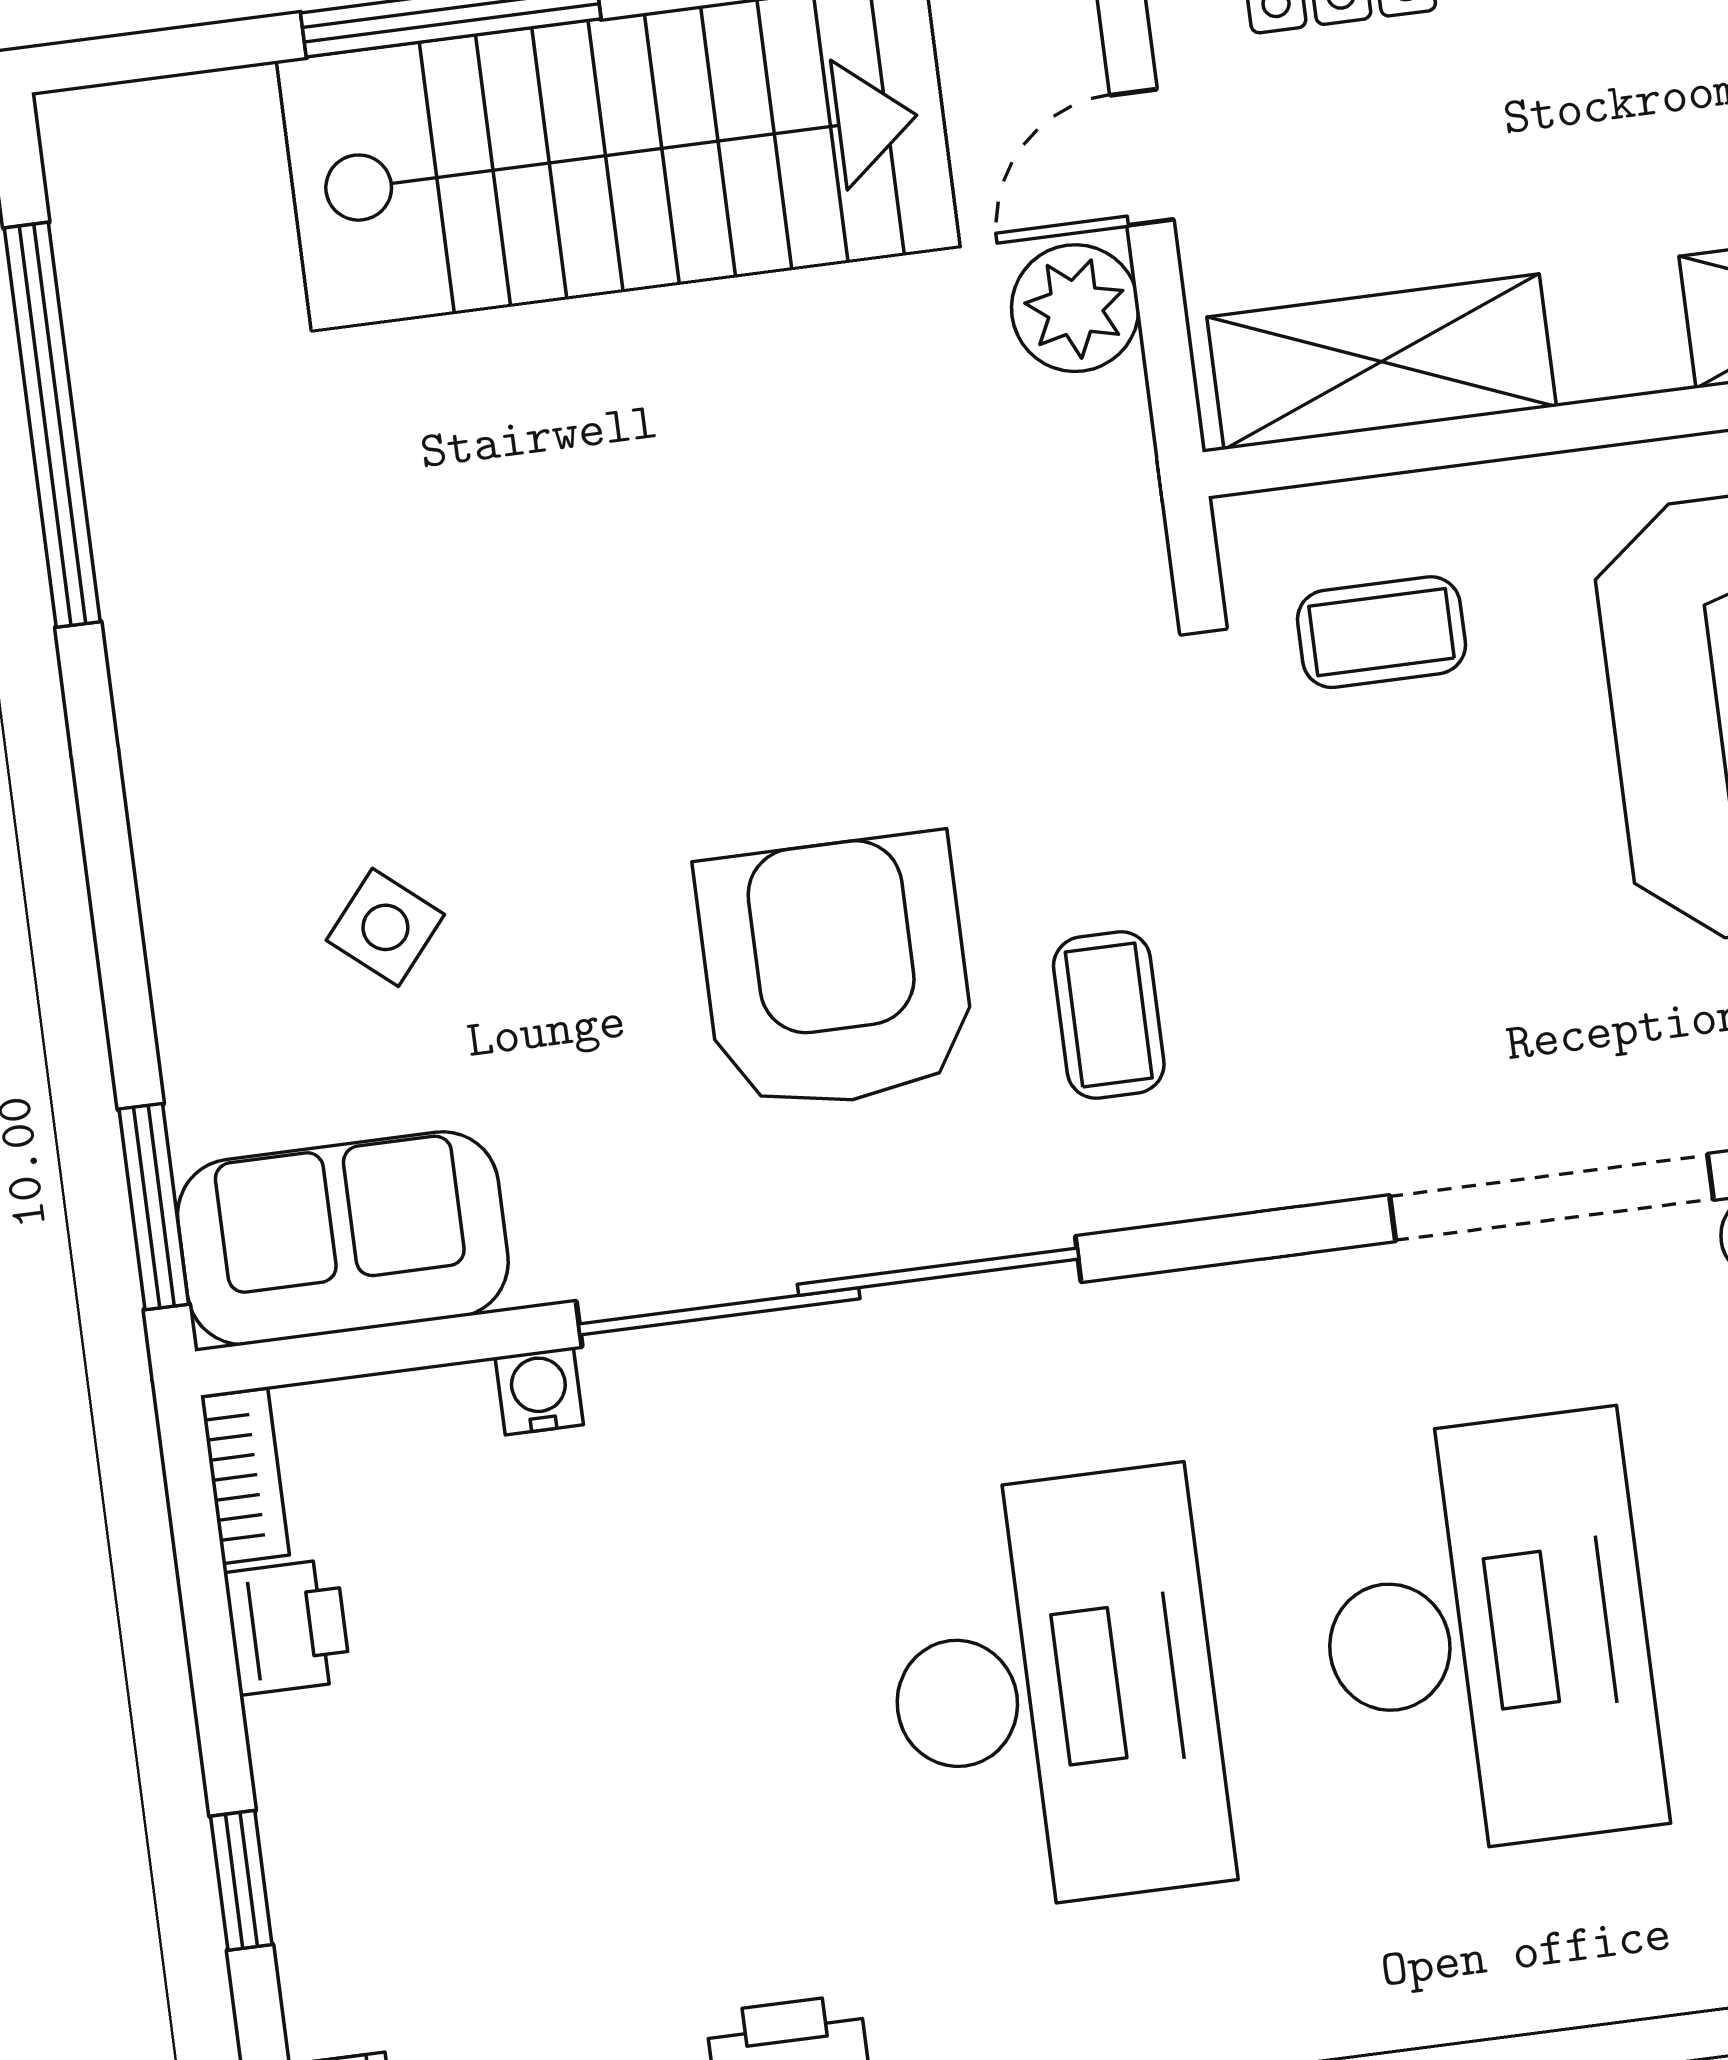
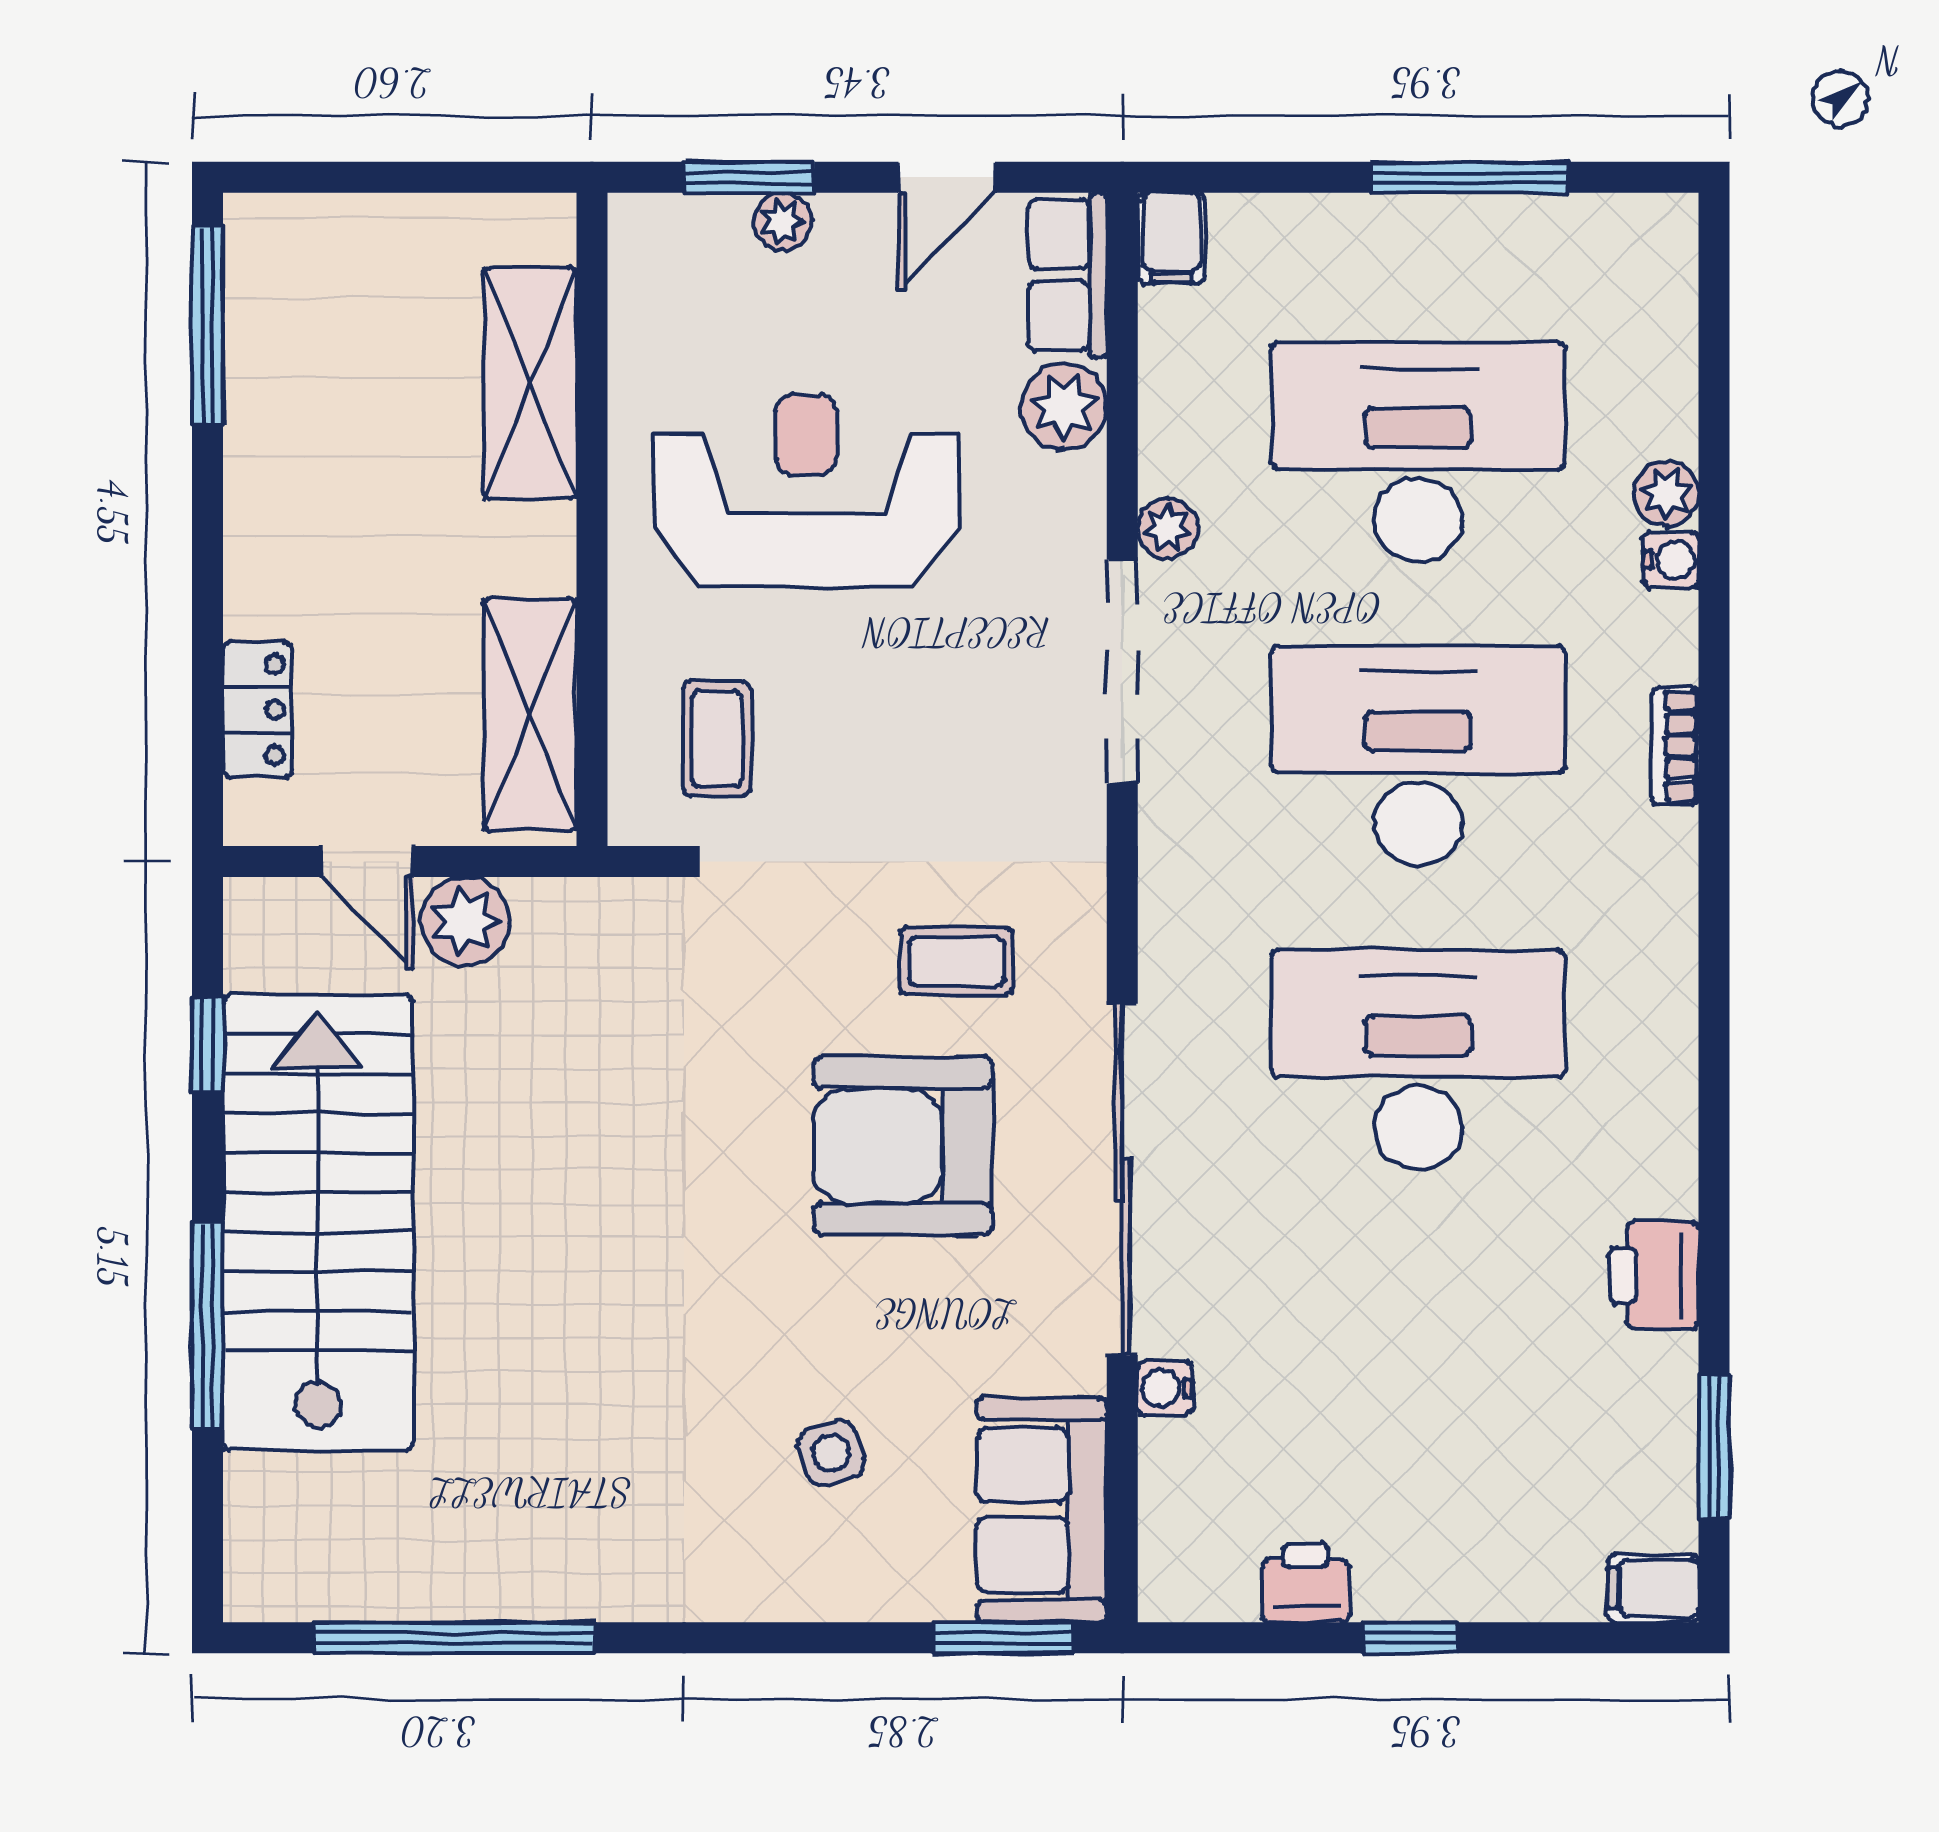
side table: (385, 927) -> (831, 1453), turned 33
bookcase: (245, 1476) -> (1675, 746), moved, turned -90
window: (241, 1880) -> (1410, 1638), moved

